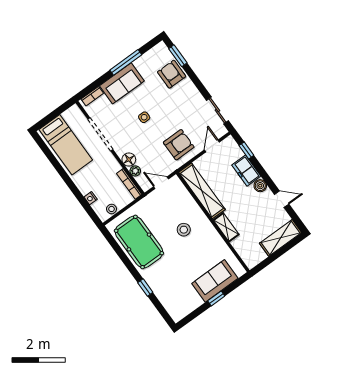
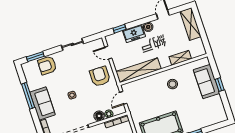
sliding door: (217, 110) -> (72, 44), moved
shelving: (226, 227) -> (180, 58), moved
stool: (184, 230) -> (173, 84), moved

